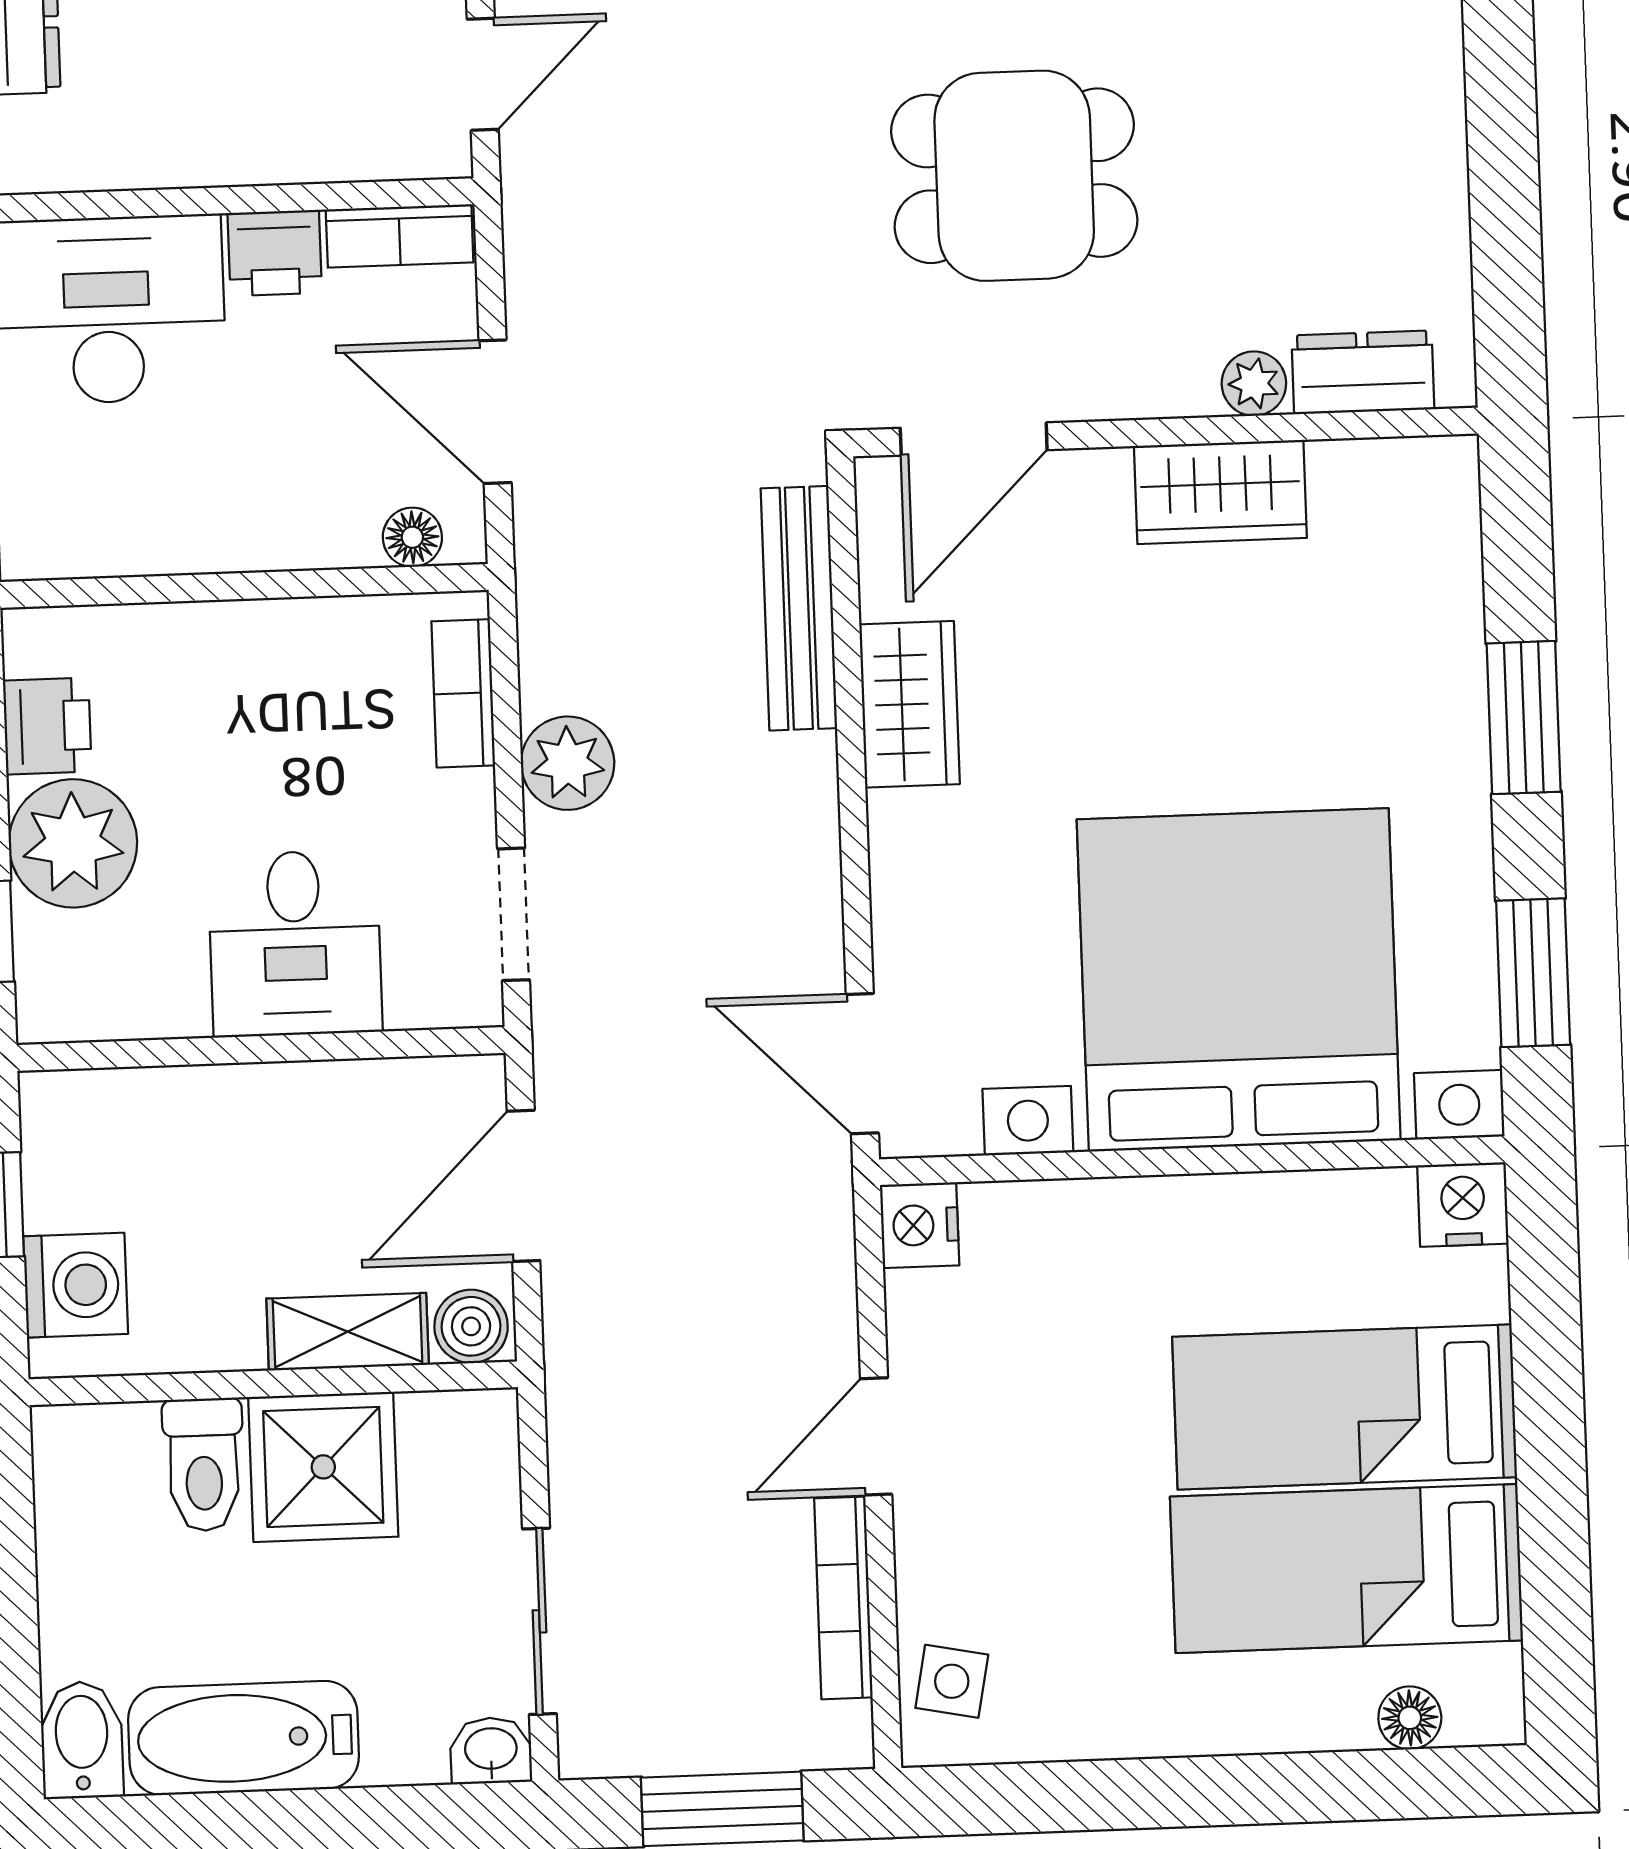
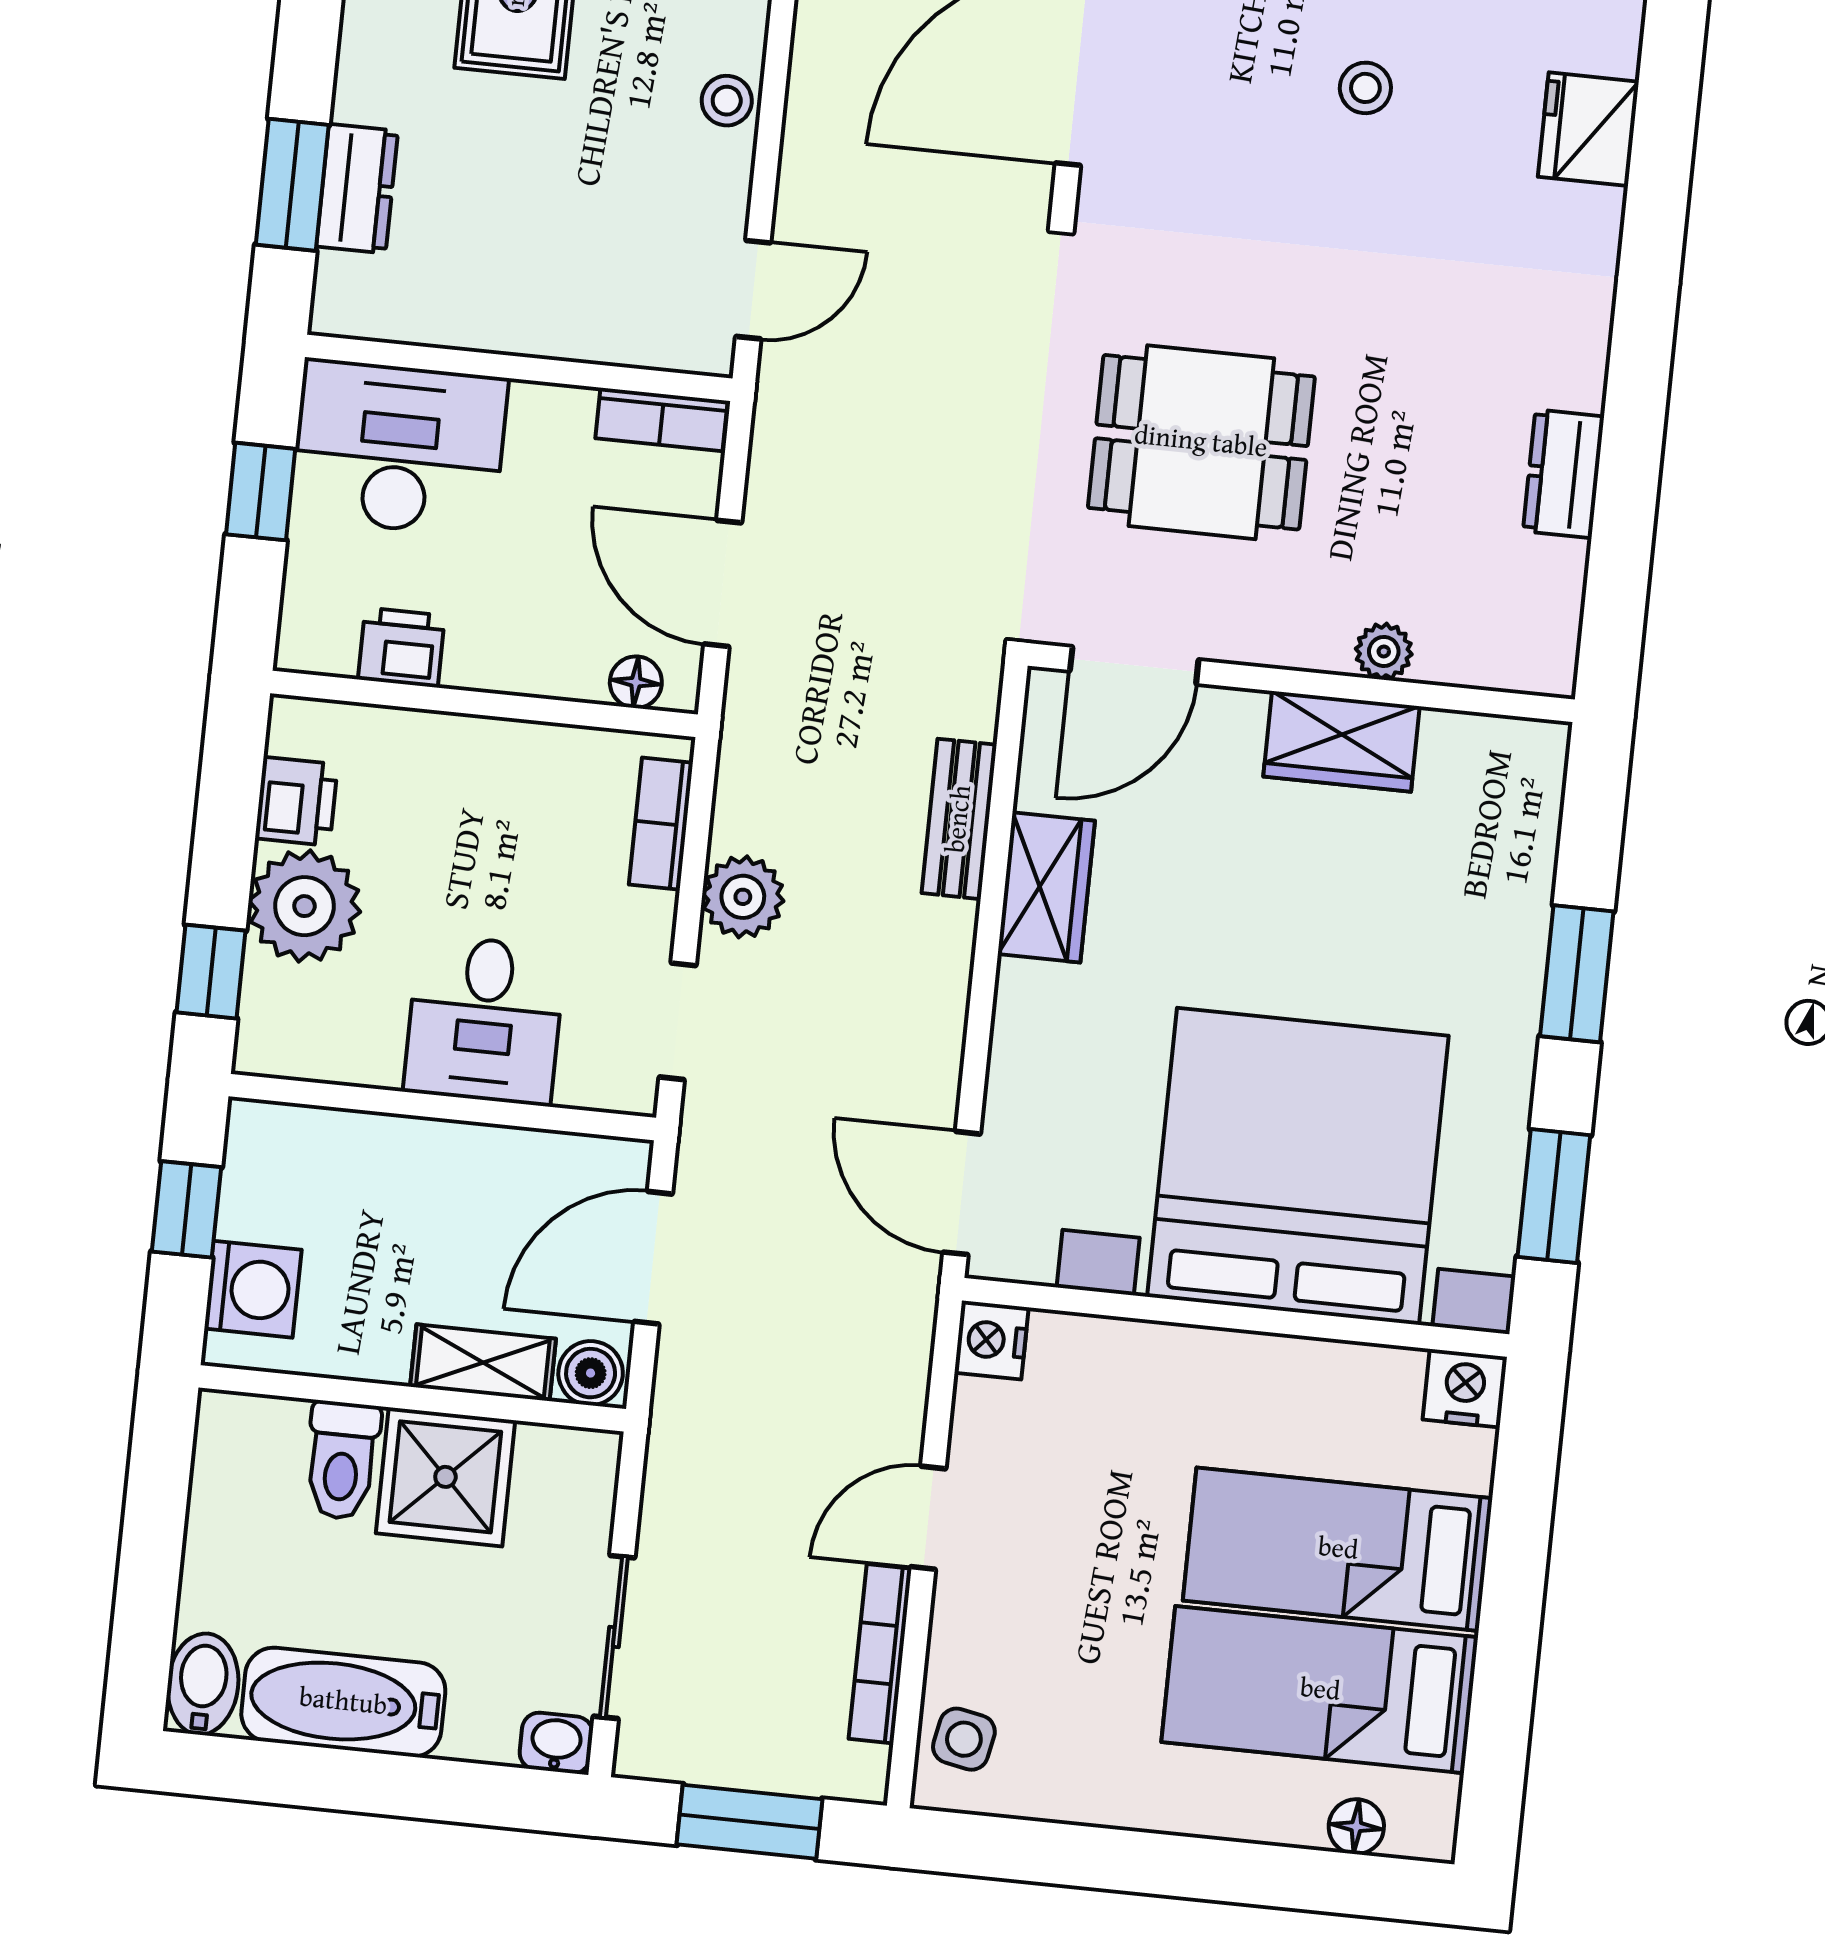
printer: (275, 253) -> (401, 647), moved, turned 180
dresser: (1363, 372) -> (1564, 474), moved, turned -90
bench: (799, 608) -> (959, 819), width x0.73

